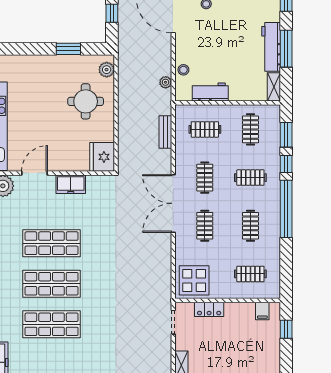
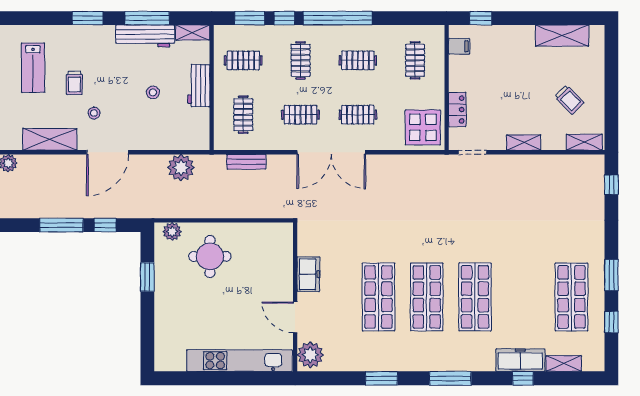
stool: (183, 70) -> (153, 92), moved
plant: (166, 82) -> (181, 168), width x1.88, depth x1.88
workbench: (210, 92) -> (199, 86), moved
fridge: (102, 157) -> (276, 237), removed

